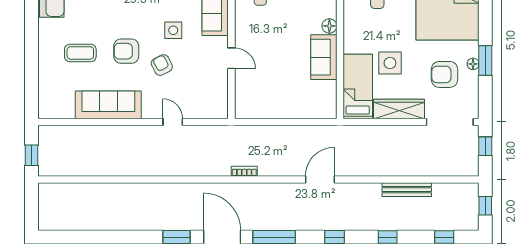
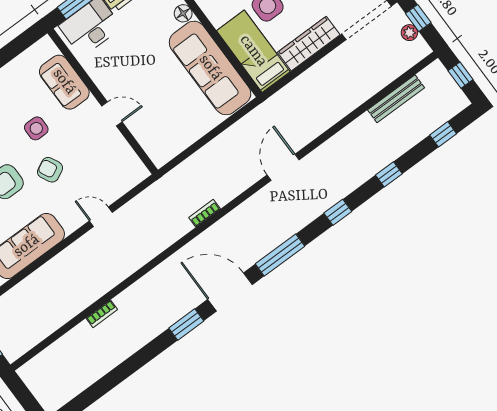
sofa: (324, 57) -> (210, 68), width x1.85, depth x1.27
plant: (472, 152) -> (409, 33), added
bookcase: (125, 188) -> (102, 314), added
bench: (407, 190) -> (396, 99), moved

